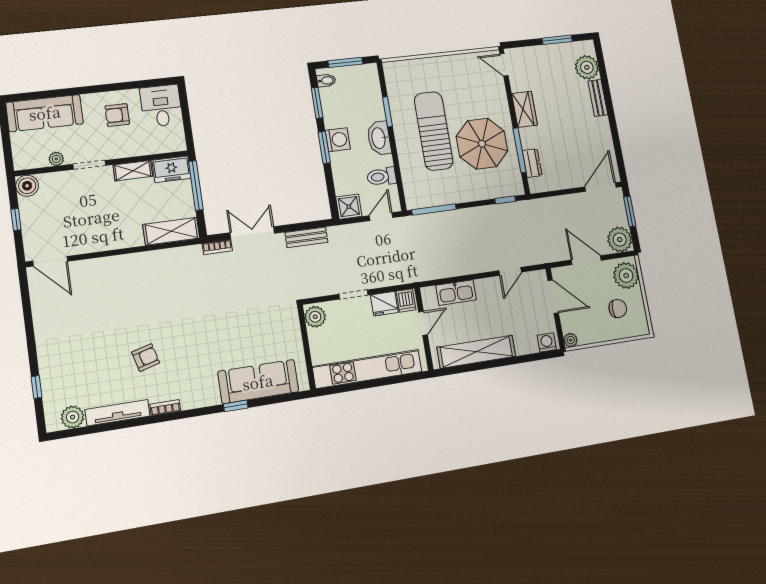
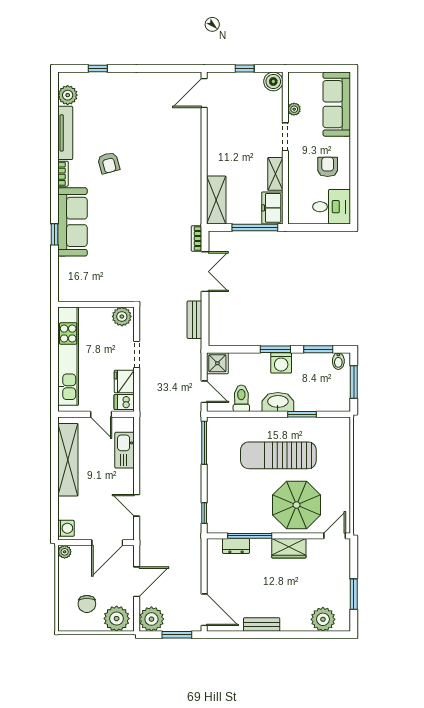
bench: (598, 98) -> (262, 625), moved
sun lounger: (434, 131) -> (278, 455), turned 180
parasol: (482, 144) -> (297, 505), moved
sofa: (258, 382) -> (73, 222), moved

